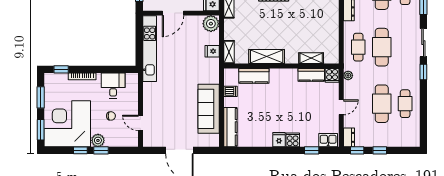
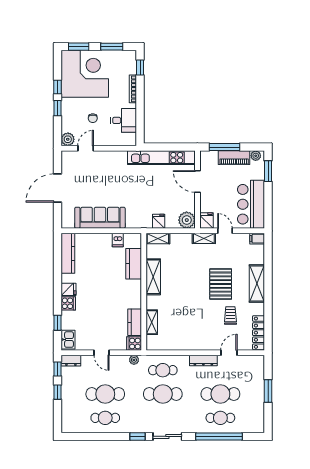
kitchen counter: (230, 127) -> (68, 253), moved, turned -90
plant: (98, 140) -> (68, 139), moved

